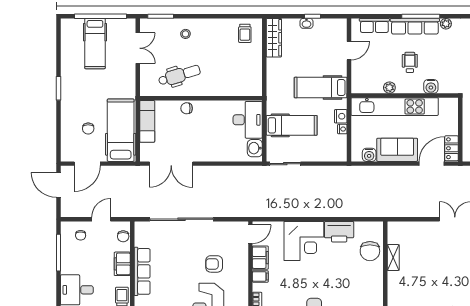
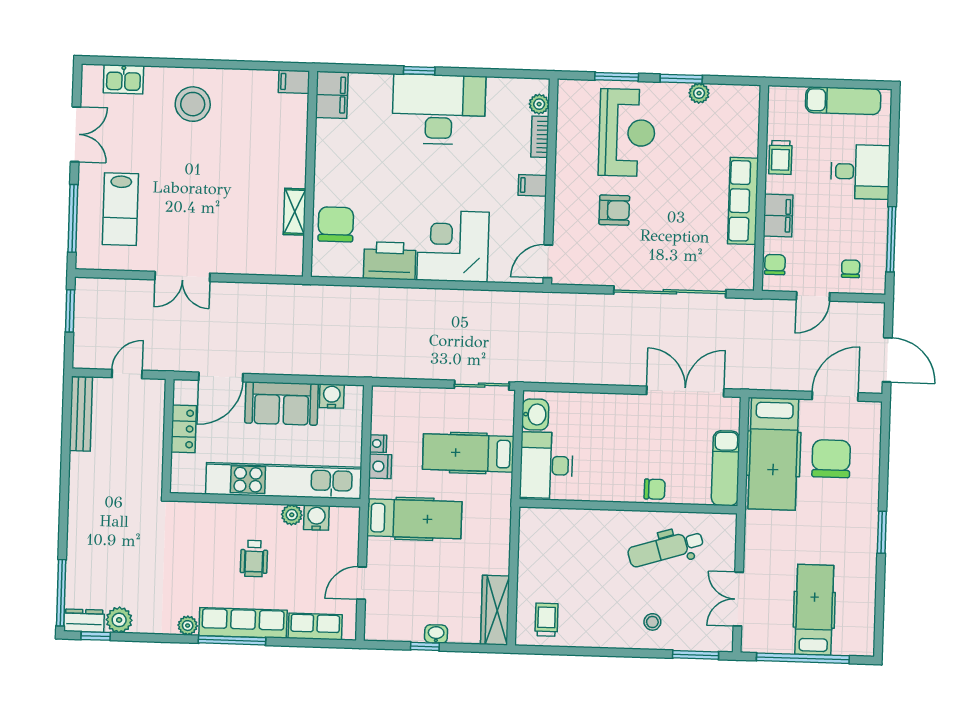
water cooler: (431, 86) -> (316, 518), moved
chair: (88, 129) -> (831, 459), width x1.87, depth x1.87
locker: (452, 148) -> (184, 429), moved
filing cabinet: (260, 258) -> (532, 219), removed

